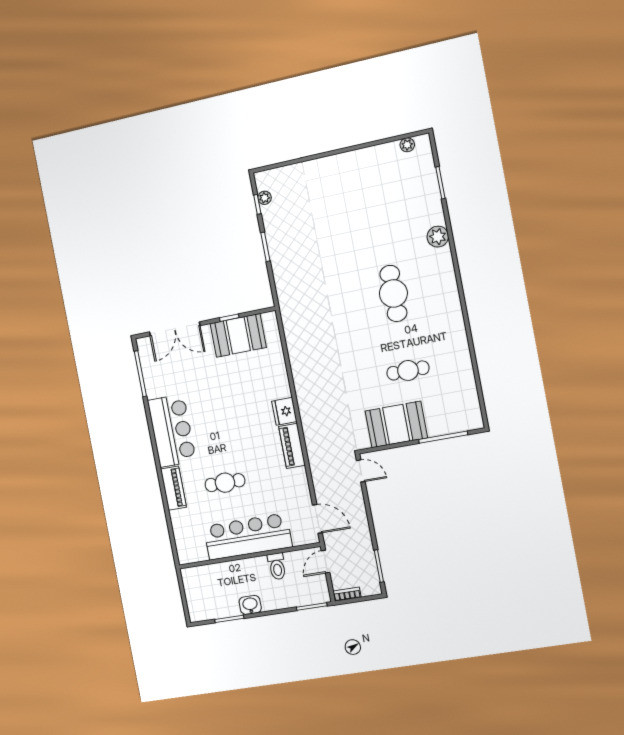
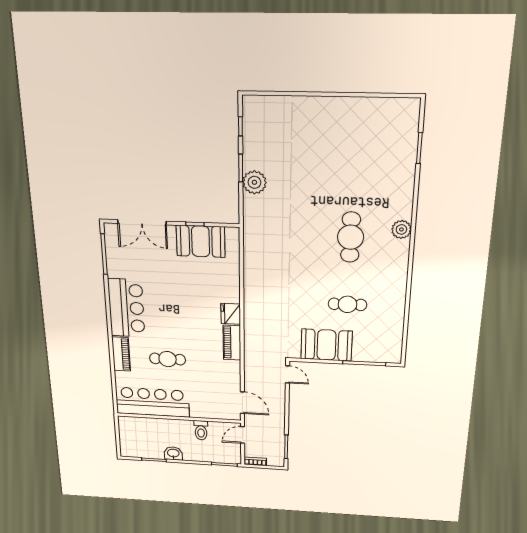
plant: (407, 145) -> (397, 104), removed
plant: (265, 198) -> (254, 182), moved, width x1.88, depth x1.88
plant: (438, 237) -> (401, 229), moved
bar counter: (248, 537) -> (152, 402), moved

